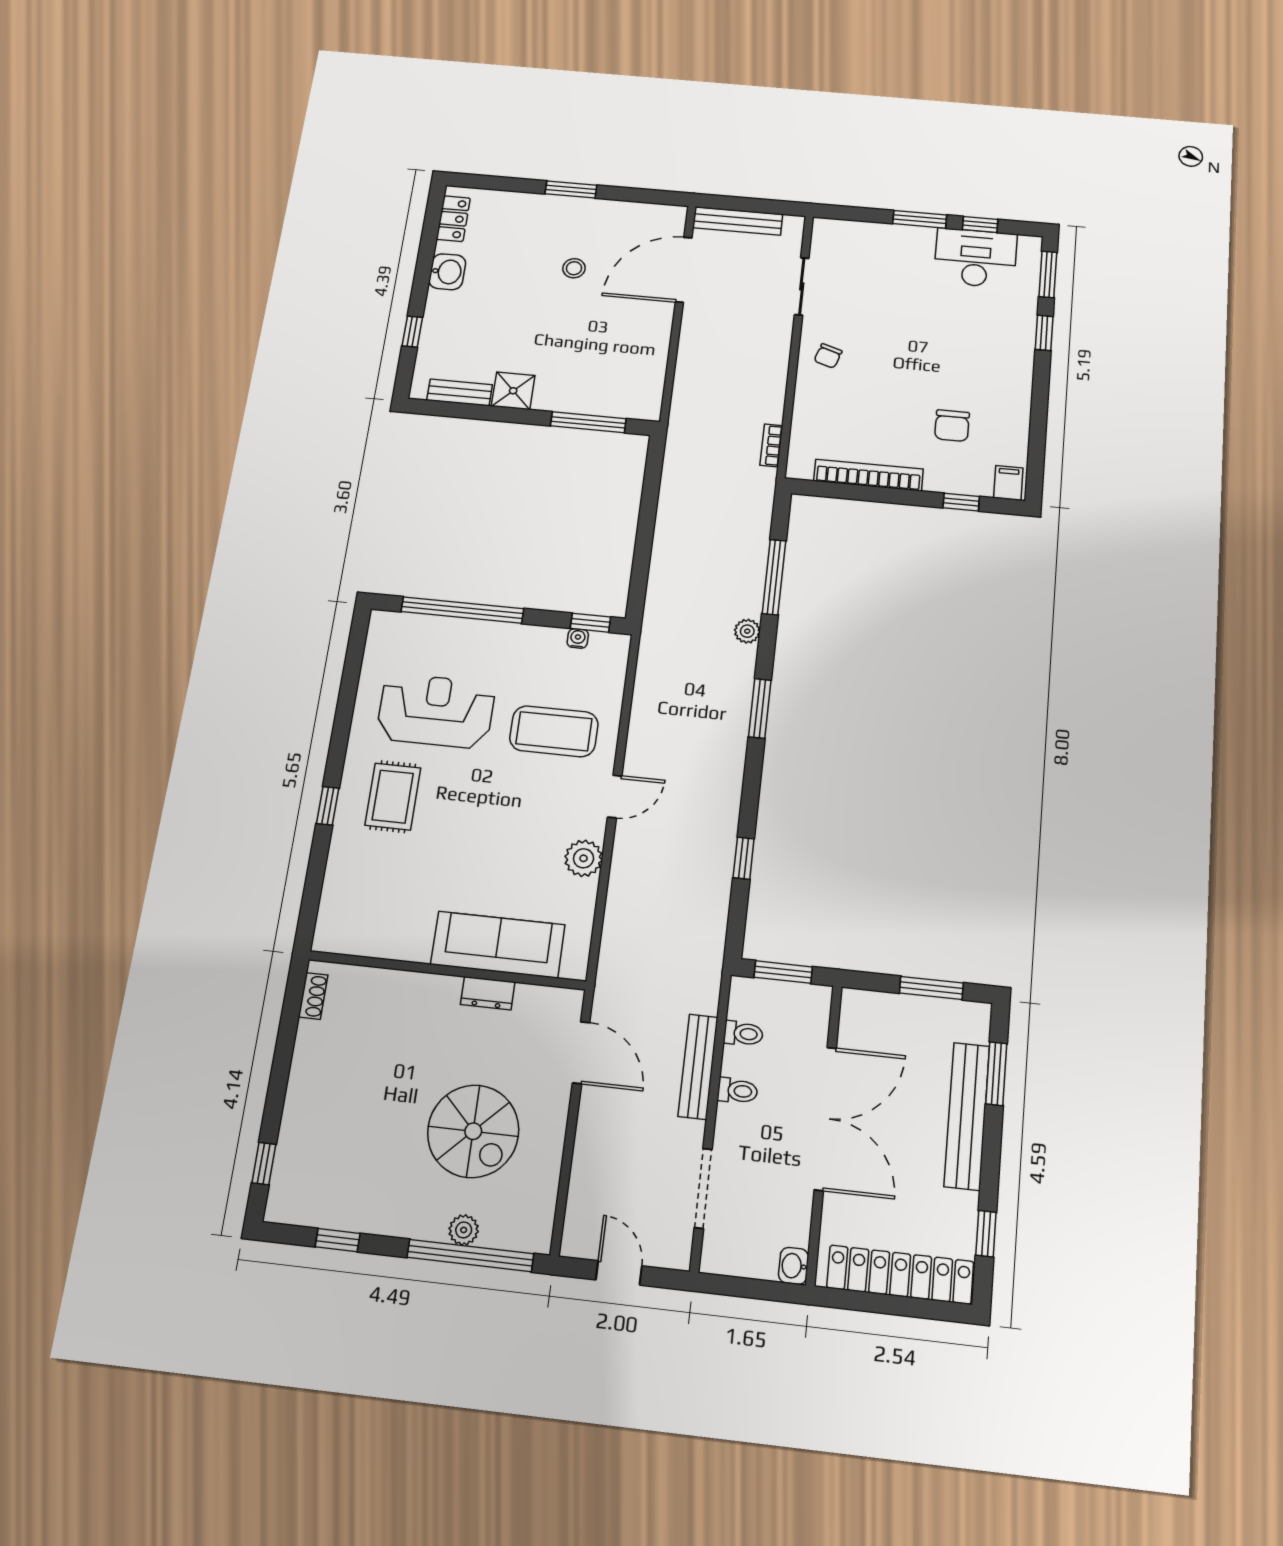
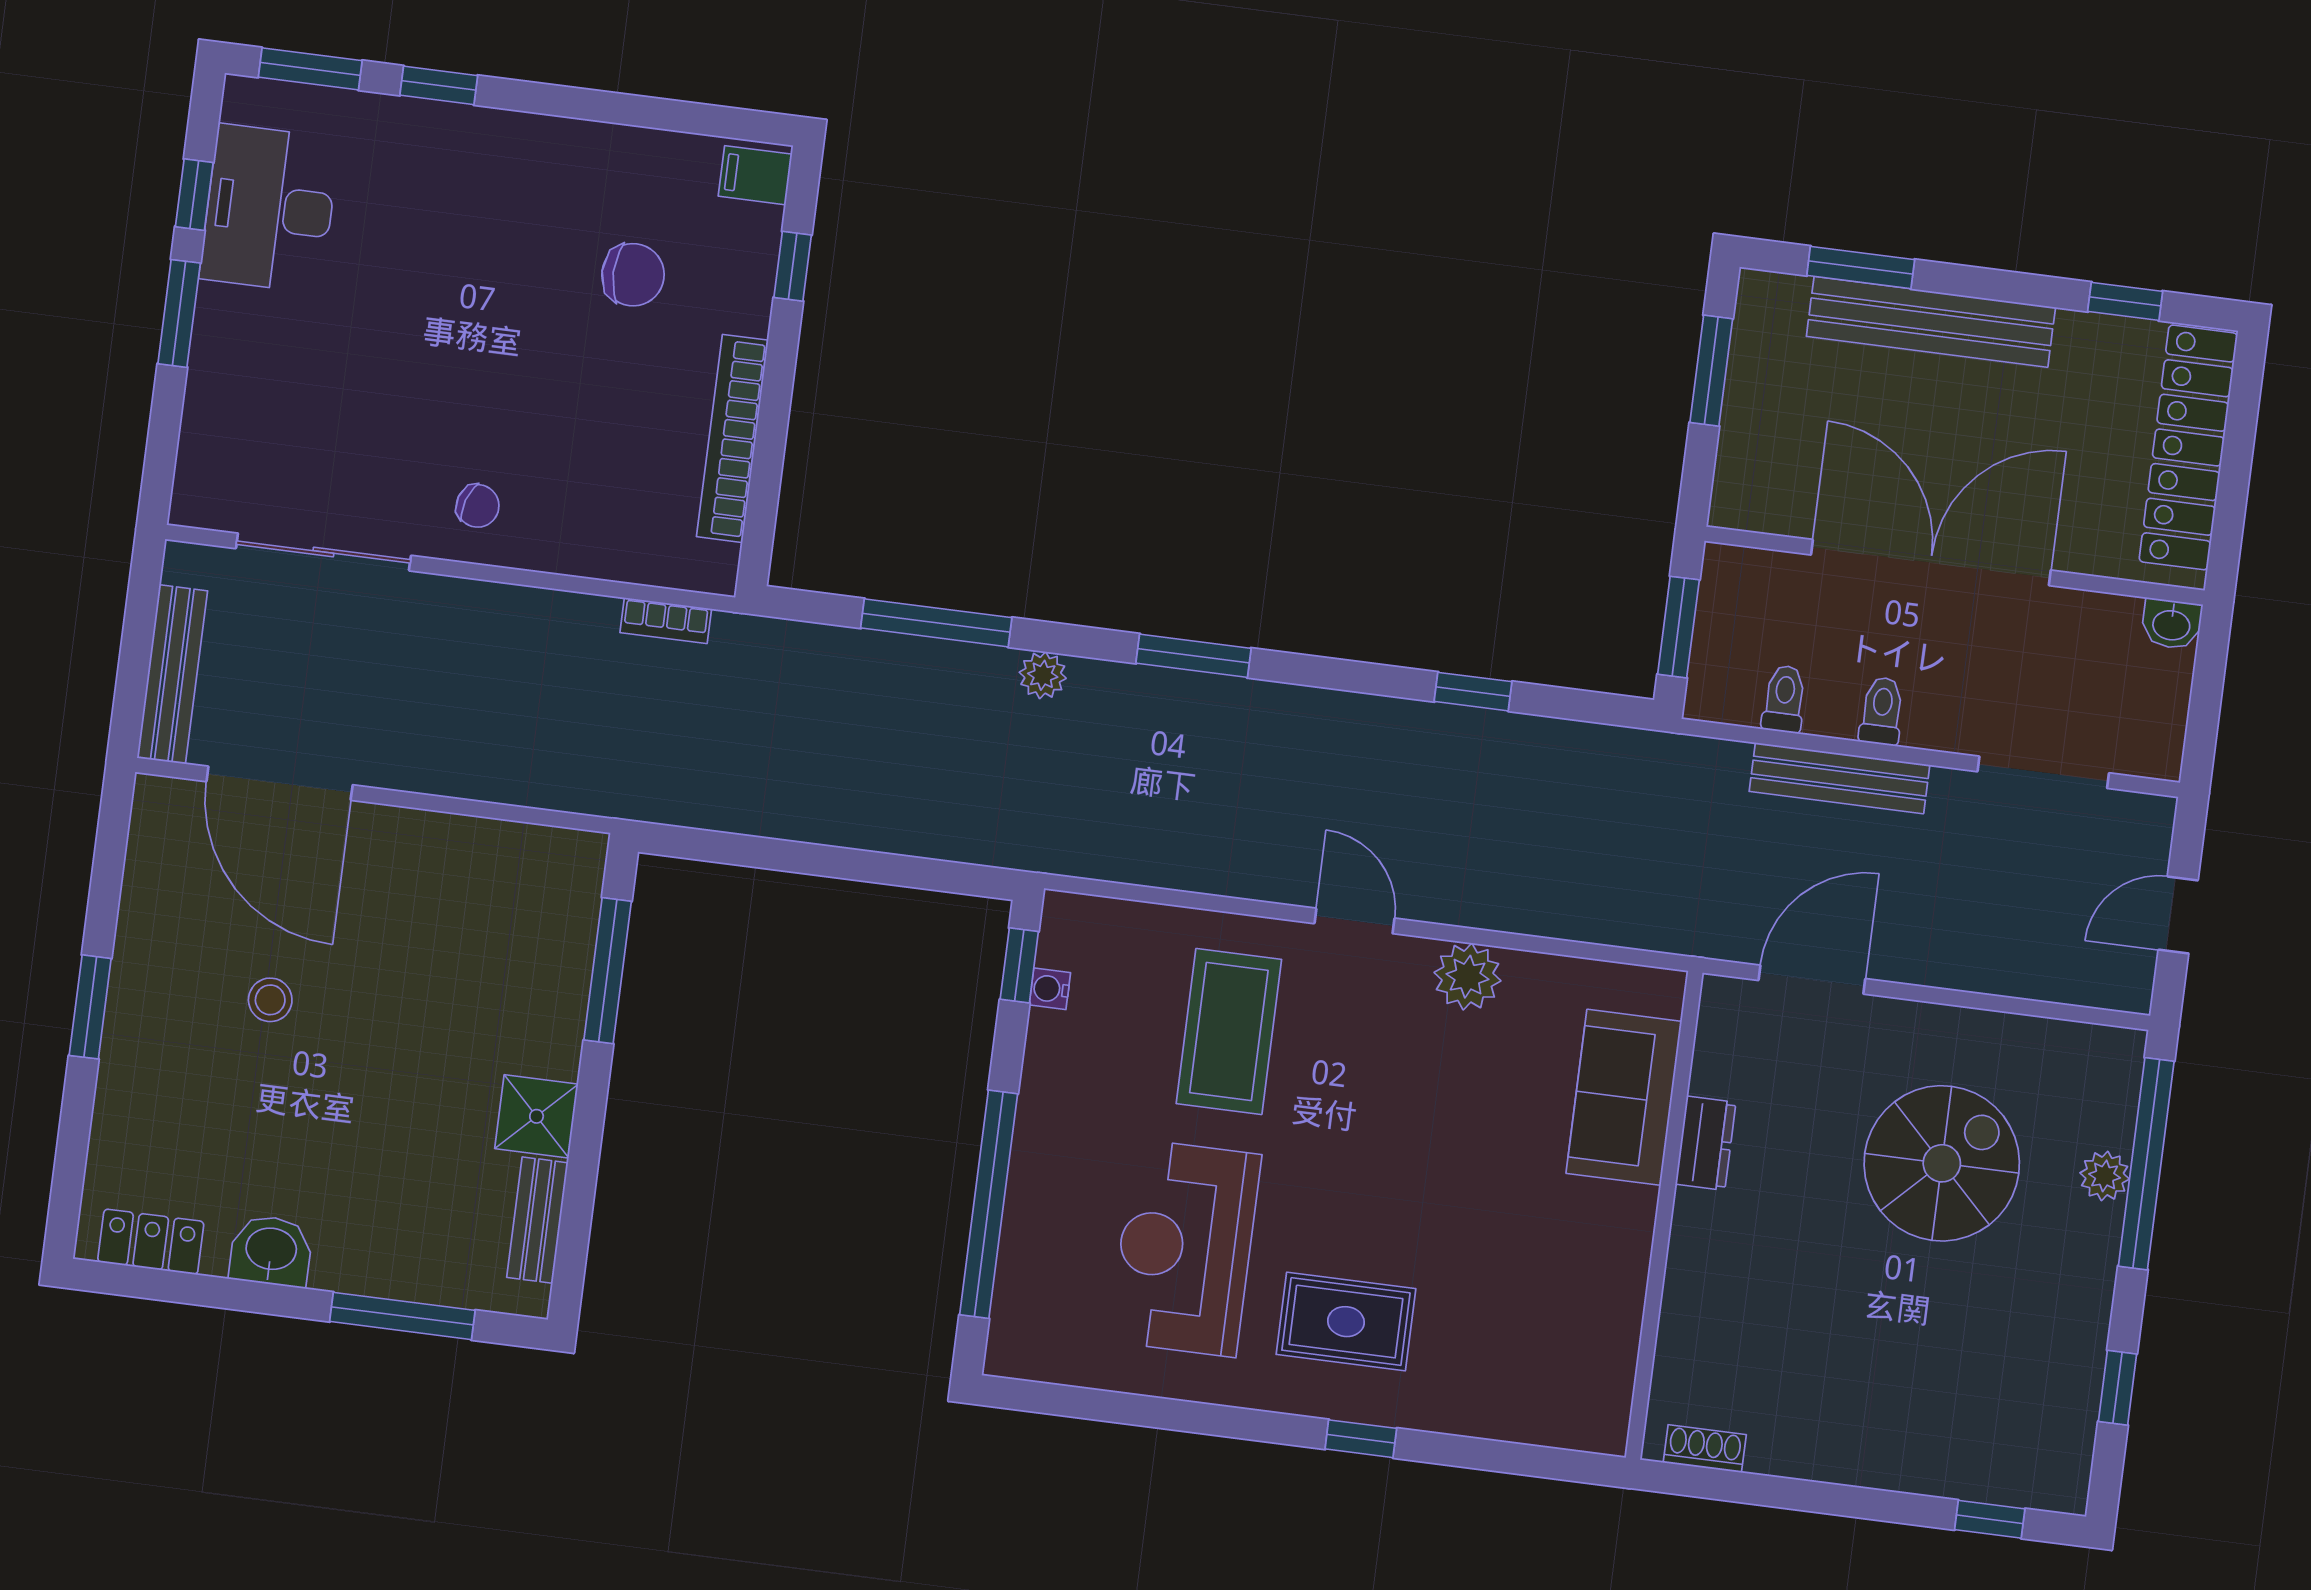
sliding door: (802, 286) -> (323, 552), width x1.37
window: (412, 332) -> (402, 1316), width x2.17
sofa: (498, 945) -> (1624, 1097), width x0.73

